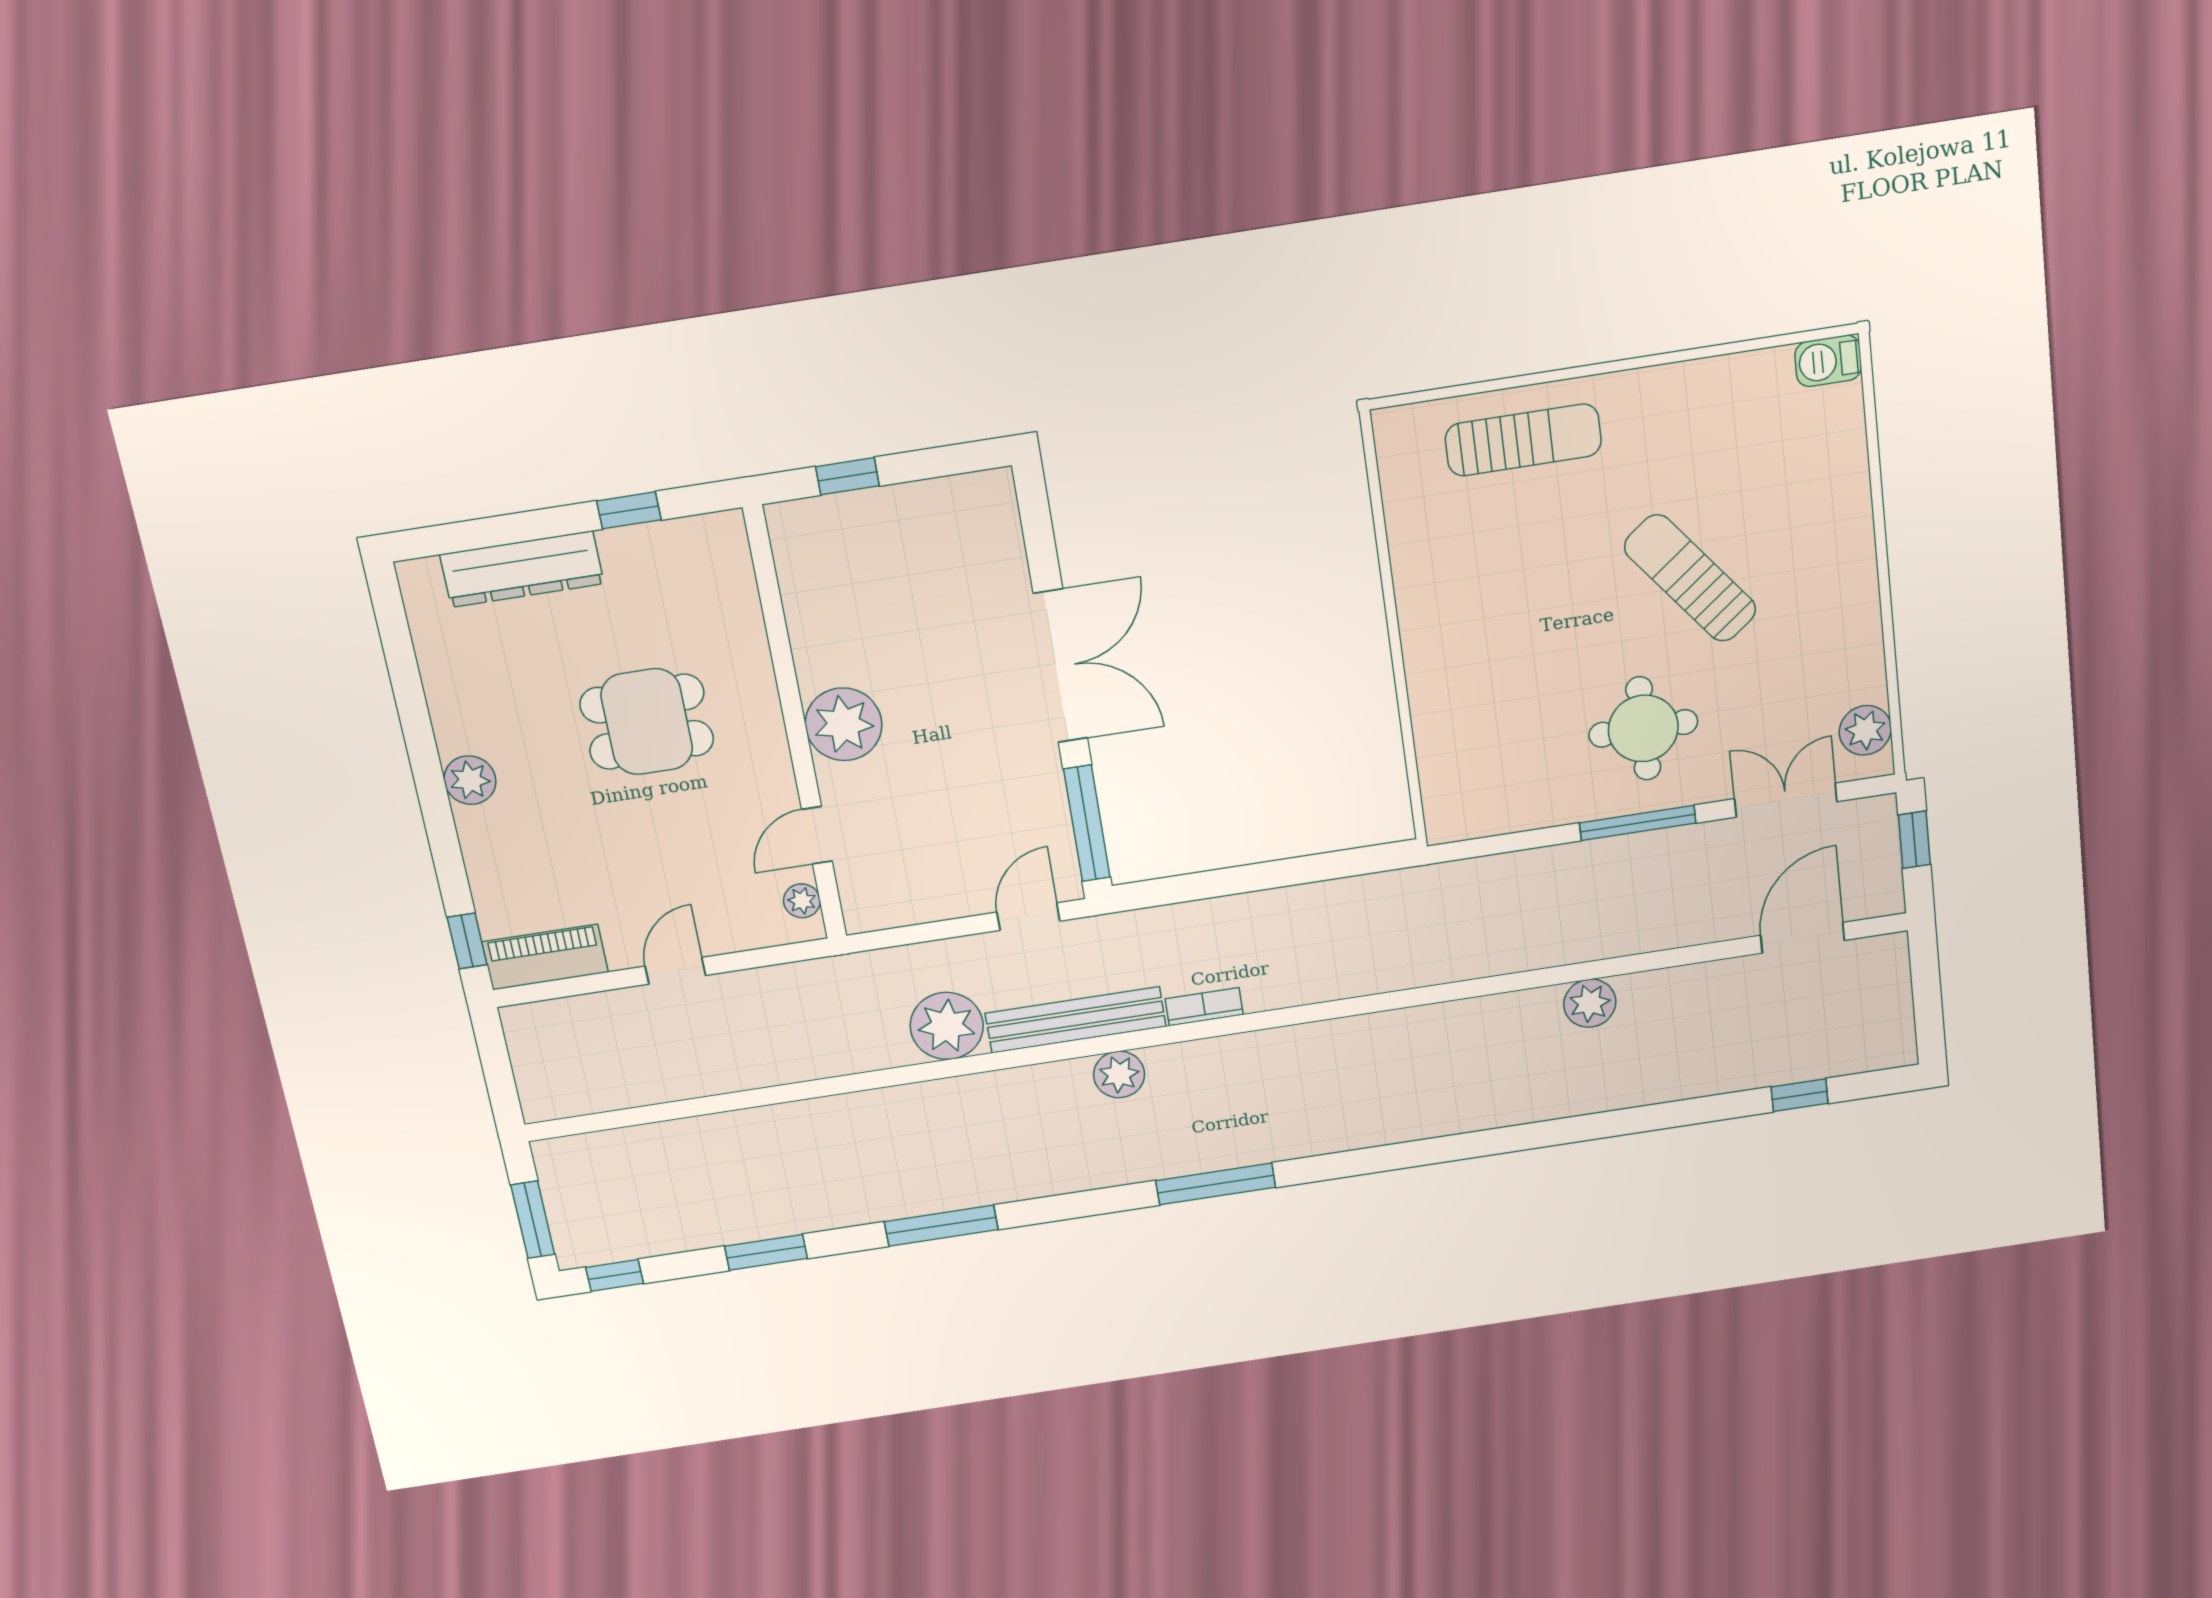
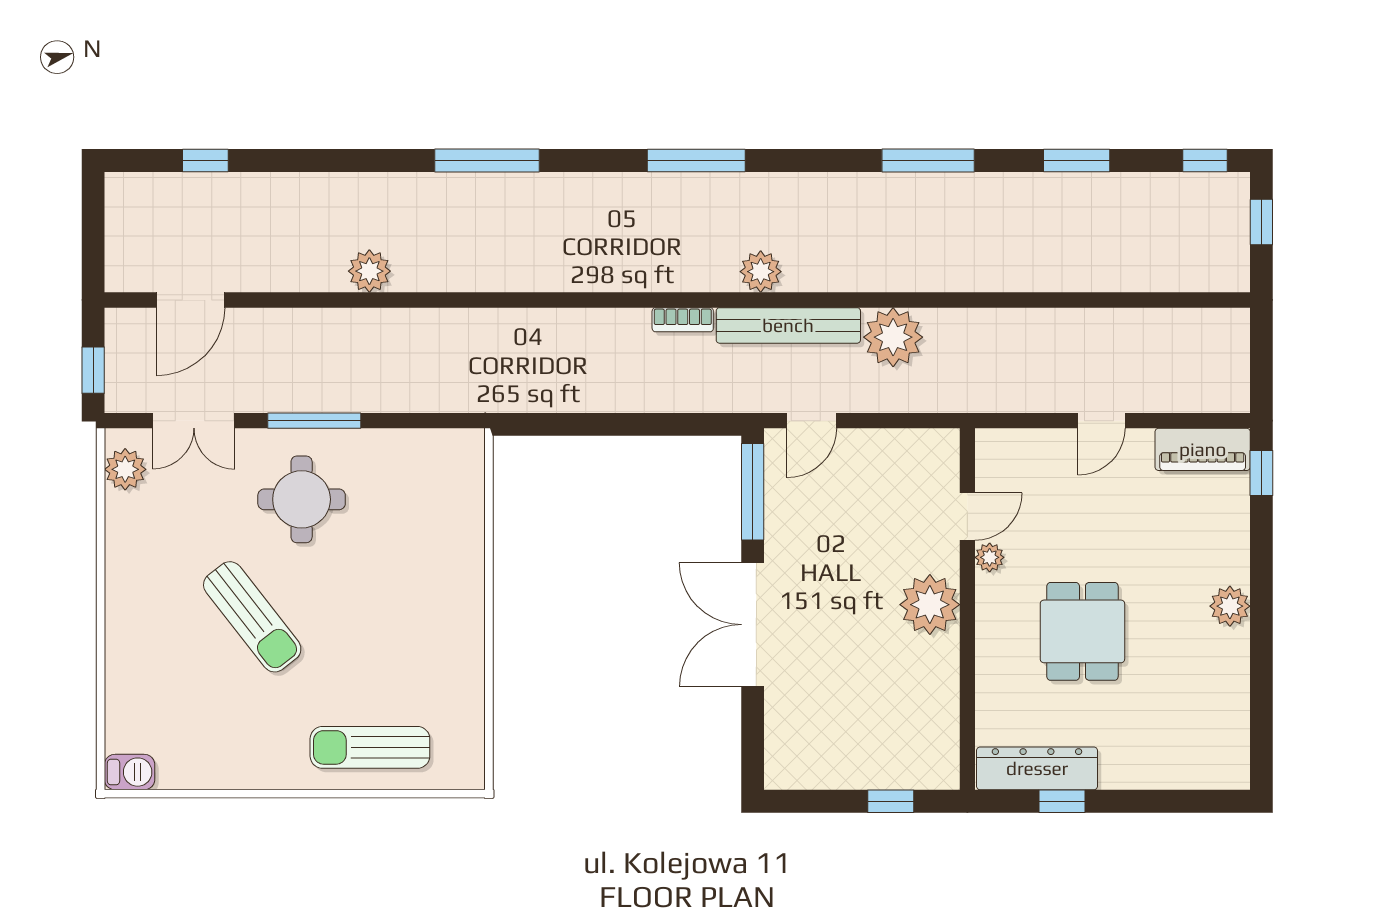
dresser: (522, 569) -> (1037, 768), moved
dining table: (647, 722) -> (1082, 631), turned 90
plant: (802, 901) -> (990, 557), moved
window: (1464, 1146) -> (487, 161), added
window: (533, 1220) -> (1261, 222), width x0.67

